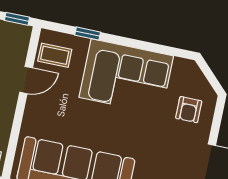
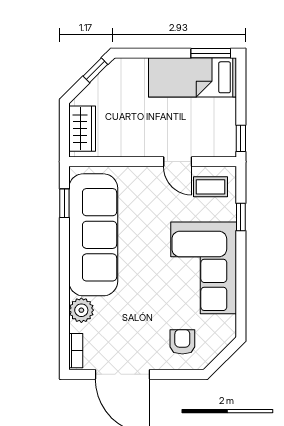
coffee table: (55, 55) -> (210, 187), turned 90
armchair: (189, 110) -> (182, 342), turned 90

